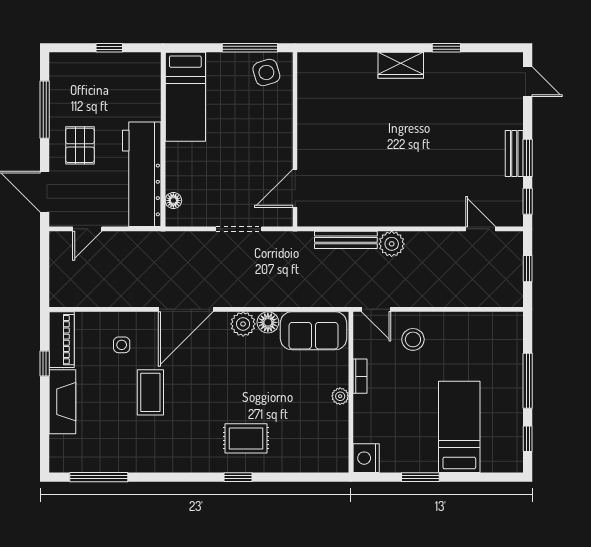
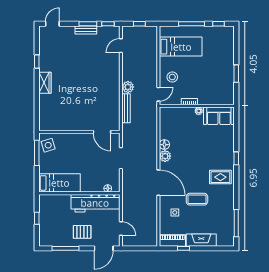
sofa: (313, 331) -> (219, 116), moved, turned 90
bed: (459, 427) -> (181, 47), moved, turned 180
rug: (246, 438) -> (220, 177), moved, turned 90
nightstand: (366, 458) -> (227, 99), removed

